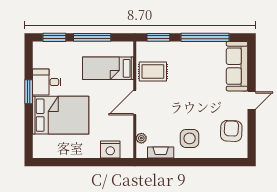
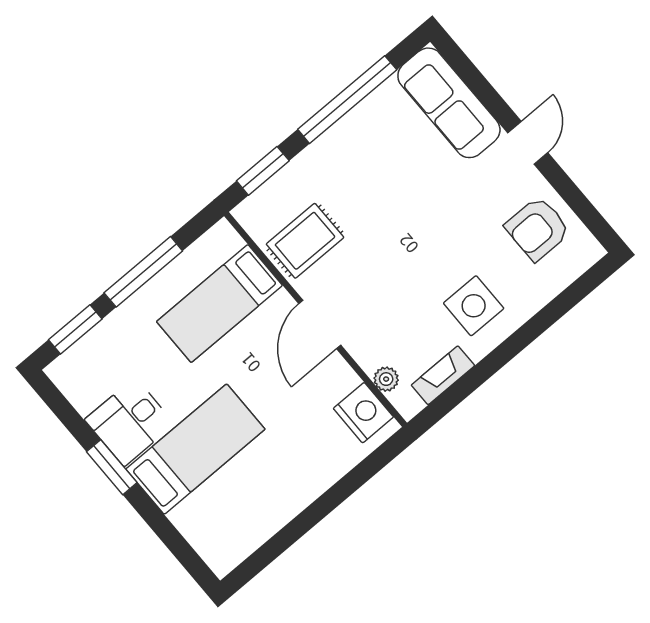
bed: (61, 115) -> (195, 449), width x0.67
armchair: (231, 131) -> (538, 229), turned -93
nightstand: (110, 149) -> (363, 413), moved, turned -90

